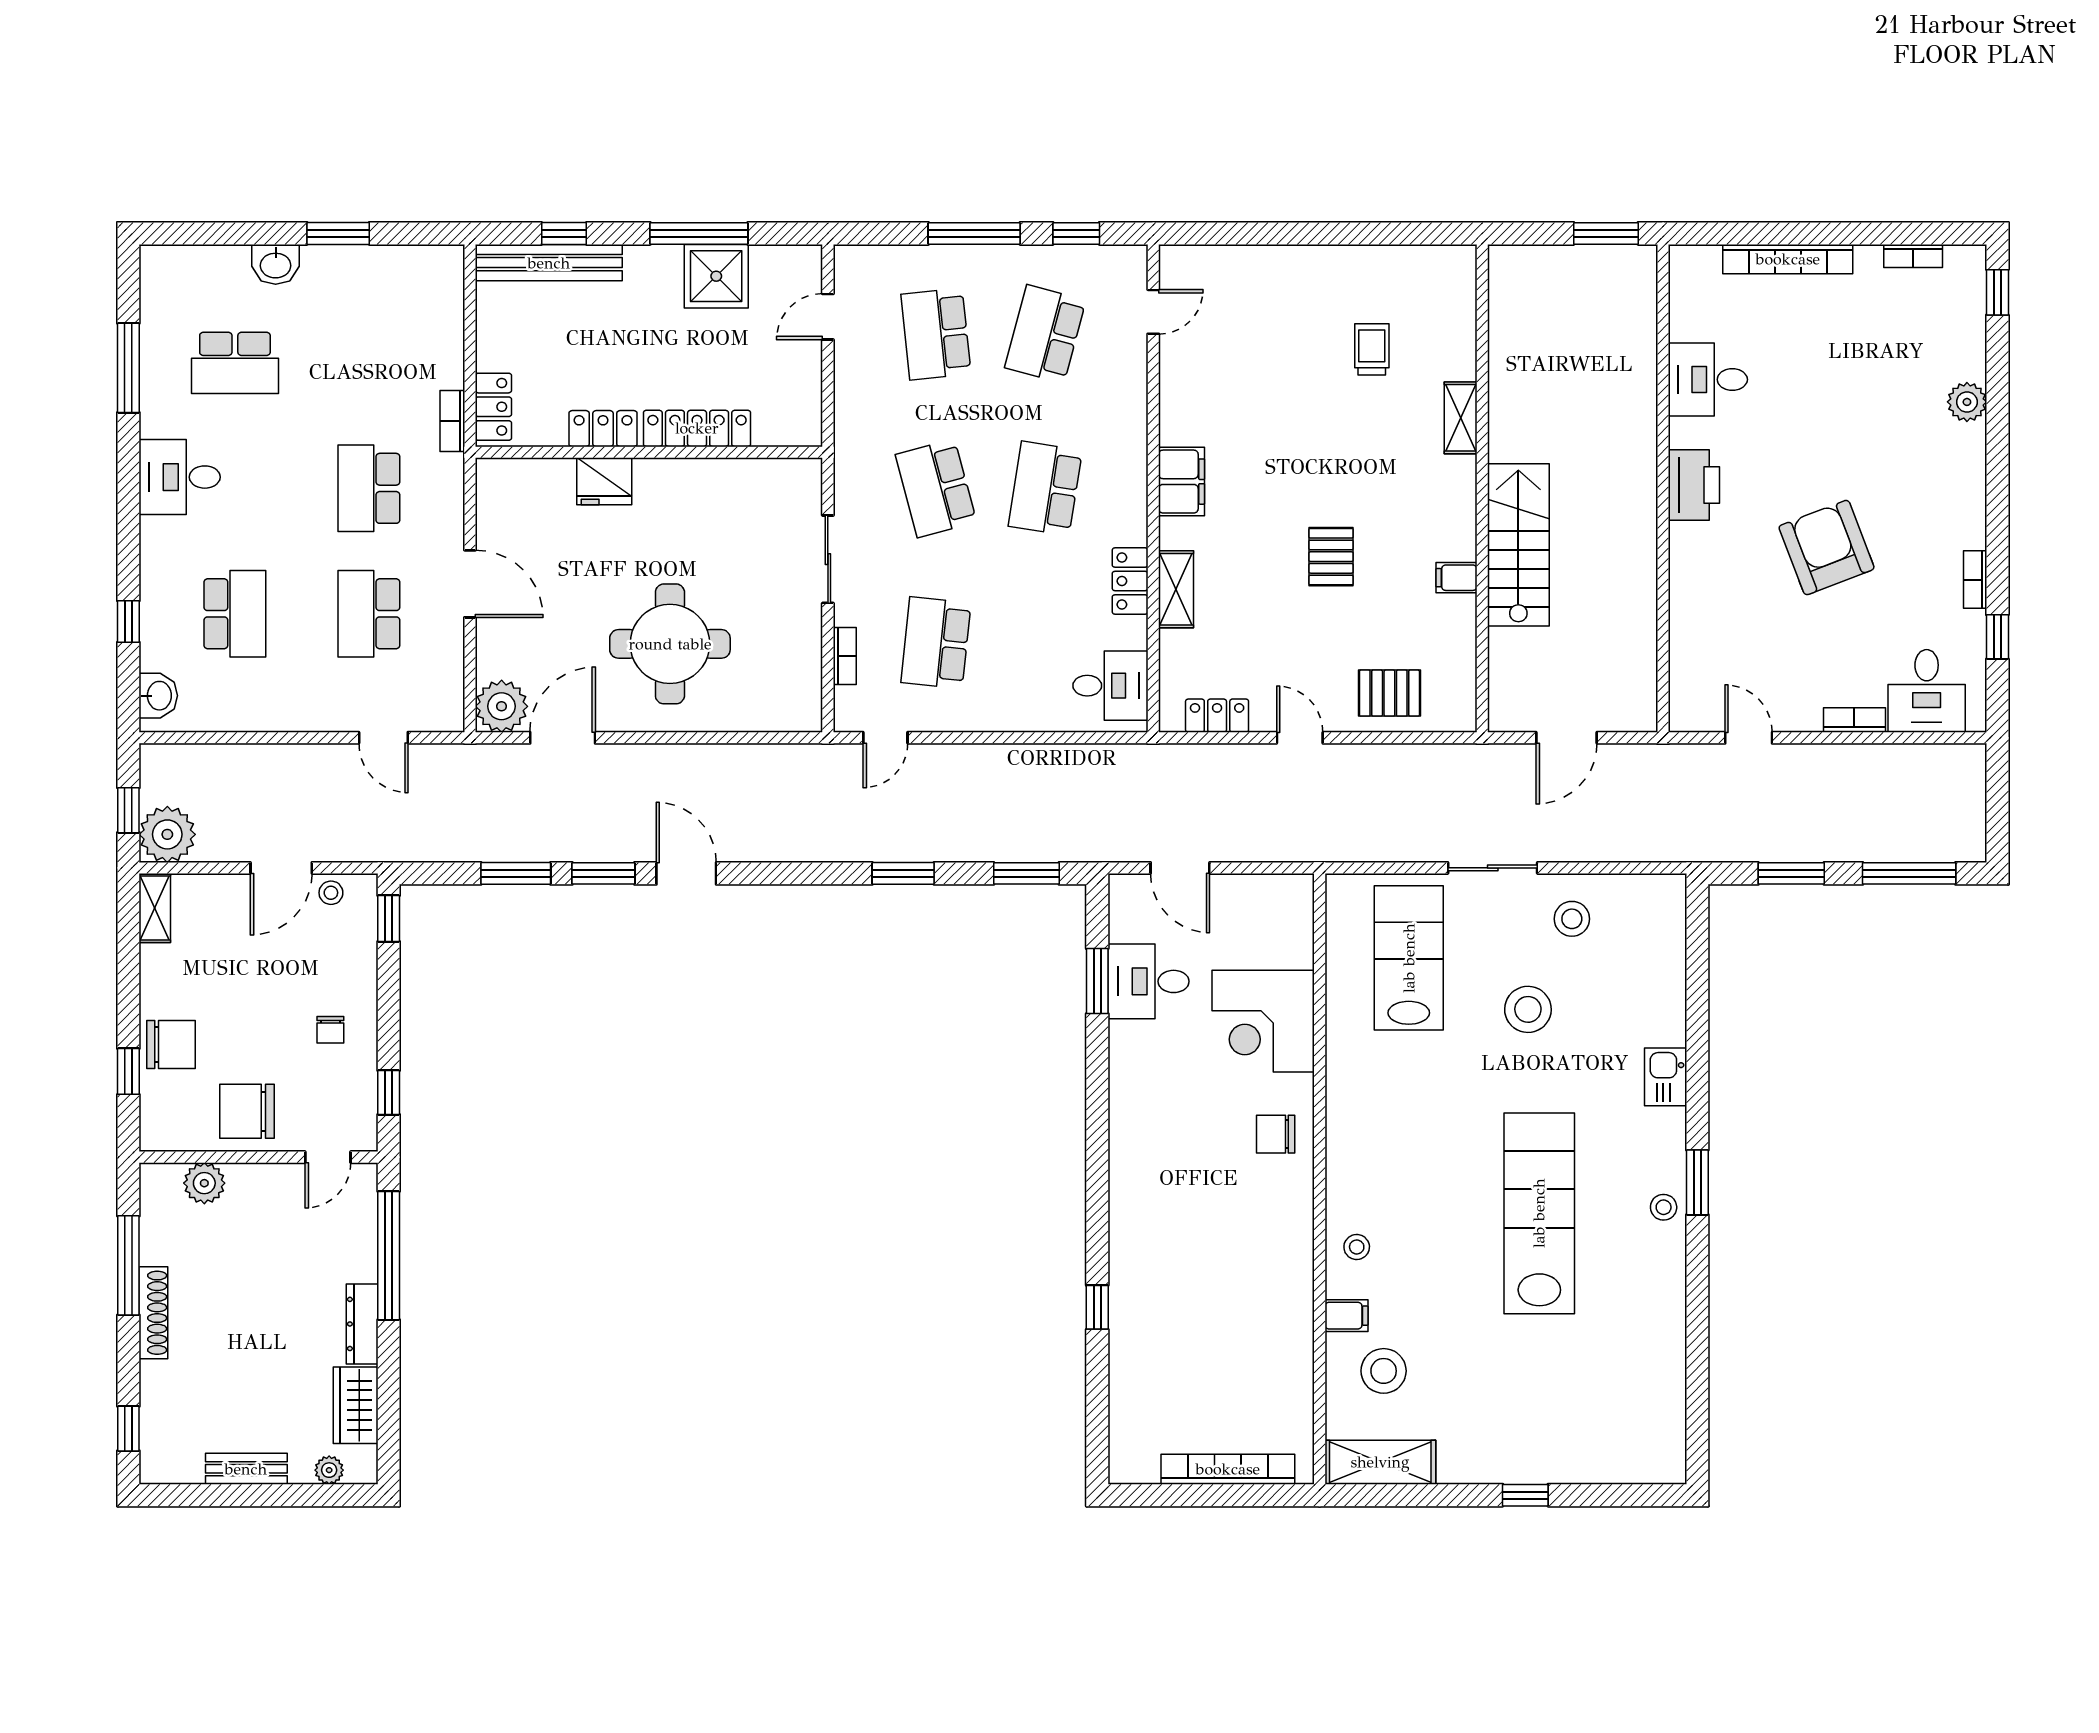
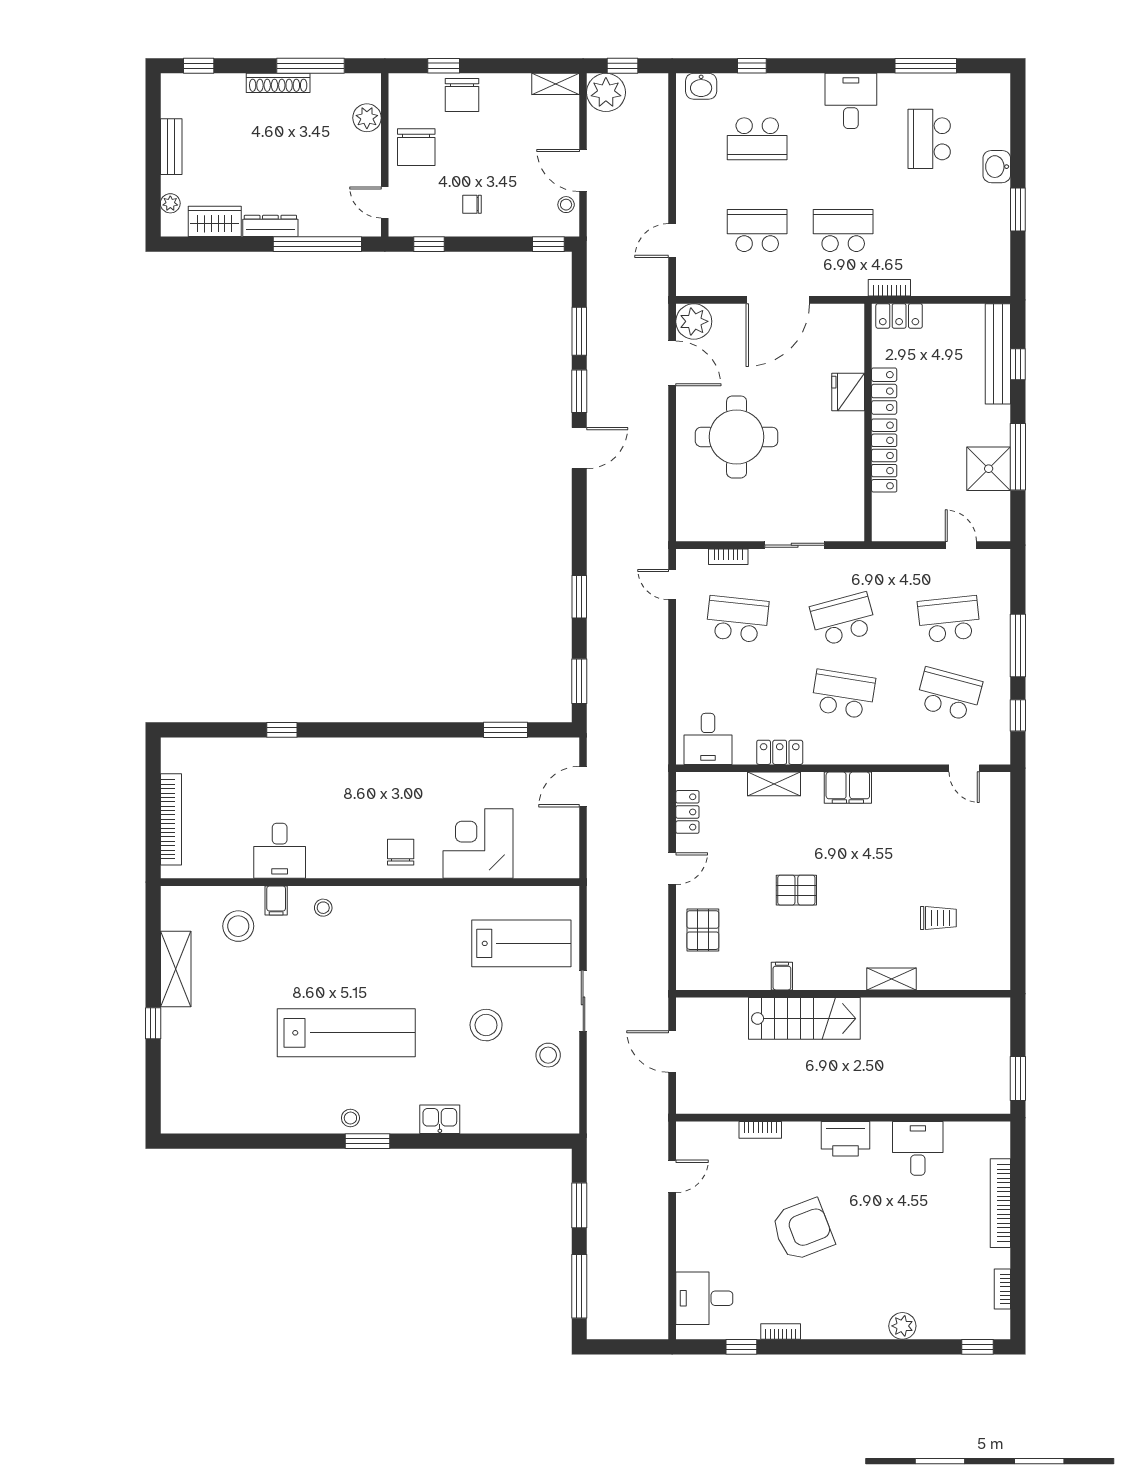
door: (470, 584) -> (778, 300), width x1.36
bookcase: (1854, 720) -> (760, 1130), moved, turned 90
desk: (1149, 981) -> (280, 851), moved, turned 180
chair: (247, 1111) -> (416, 147), turned 180
shelving: (1380, 1462) -> (176, 969), moved

